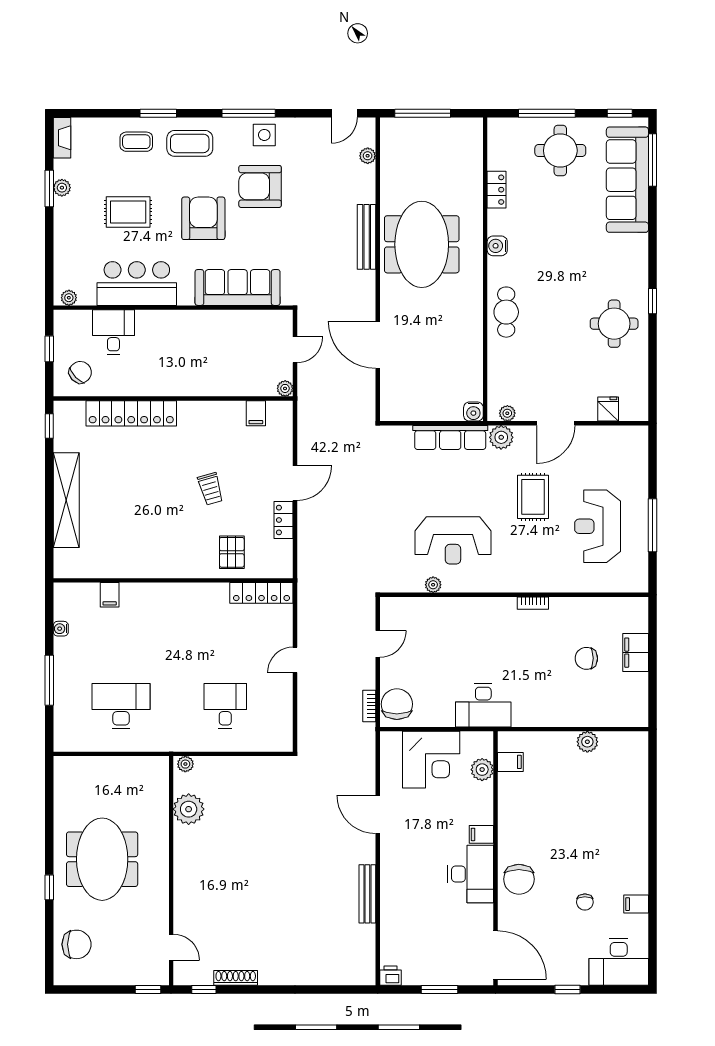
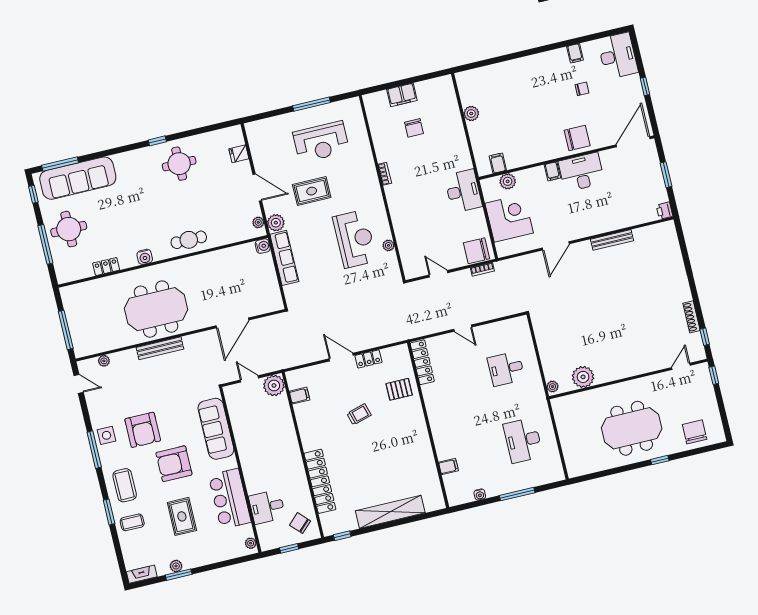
coffee table: (136, 142) -> (132, 522), turned 90
plant: (285, 388) -> (274, 385), width x1.88, depth x1.88

